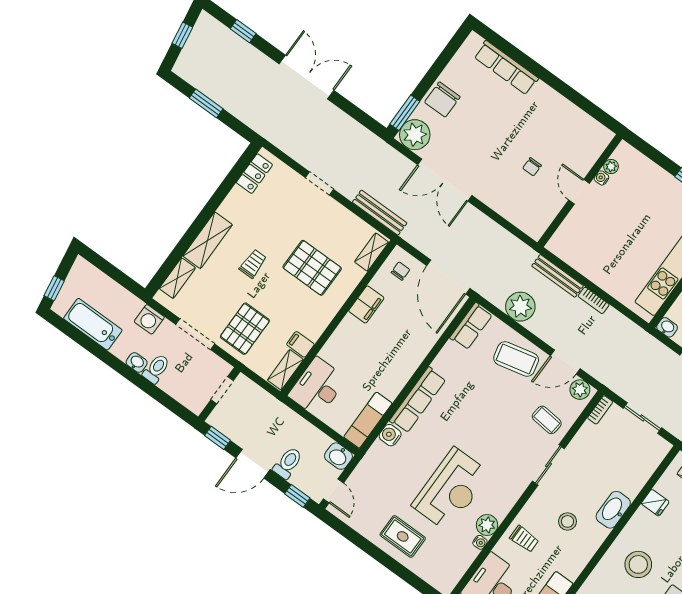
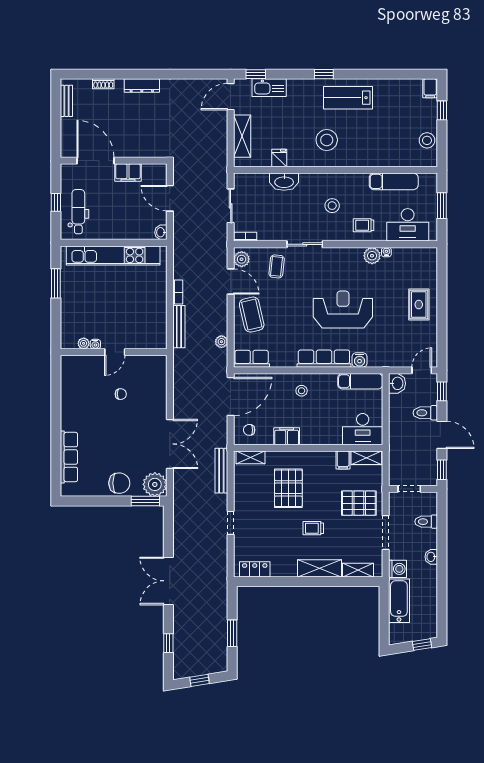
plant: (520, 307) -> (221, 342), width x0.53, depth x0.53
bathtub: (93, 324) -> (399, 601), moved, turned 180
stool: (402, 353) -> (302, 391), added
toilet: (156, 369) -> (426, 522), moved
reception desk: (451, 489) -> (343, 309), moved
washbasin: (613, 510) -> (284, 182), moved
trolley: (524, 539) -> (364, 225), turned -90

